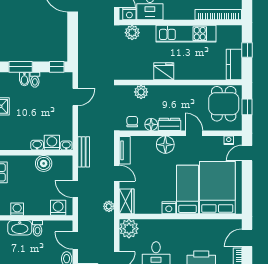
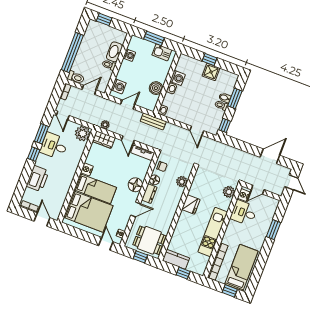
washing machine: (52, 143) -> (178, 78), moved
door: (117, 173) -> (128, 140), hinge flipped

